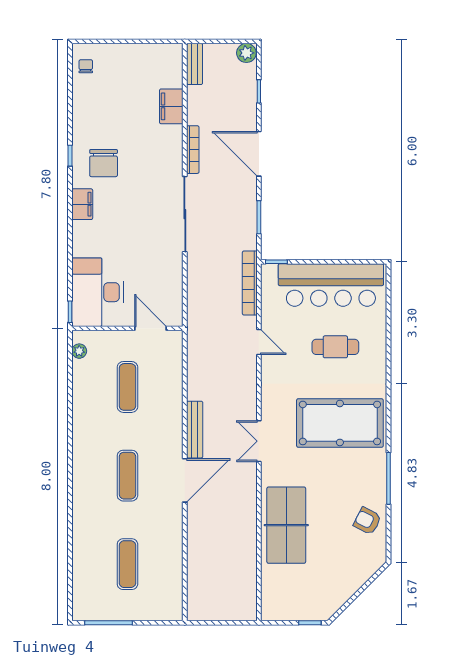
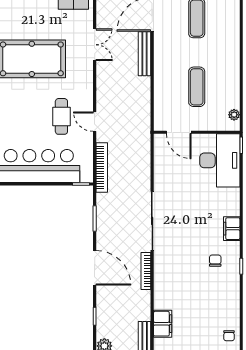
filing cabinet: (171, 106) -> (163, 324), moved
chair: (104, 163) -> (215, 261), width x0.54, depth x0.54
cafe table: (335, 347) -> (61, 116), moved, turned 90

